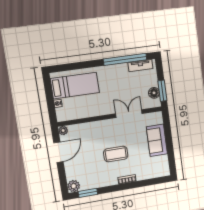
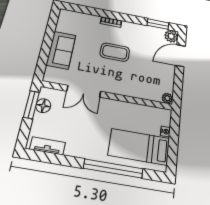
window: (125, 59) -> (113, 168), moved
door: (58, 152) -> (180, 56), moved

